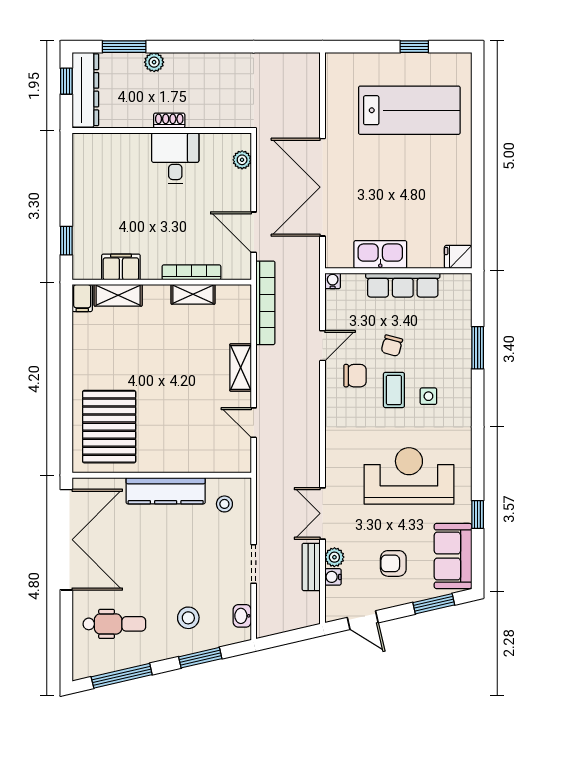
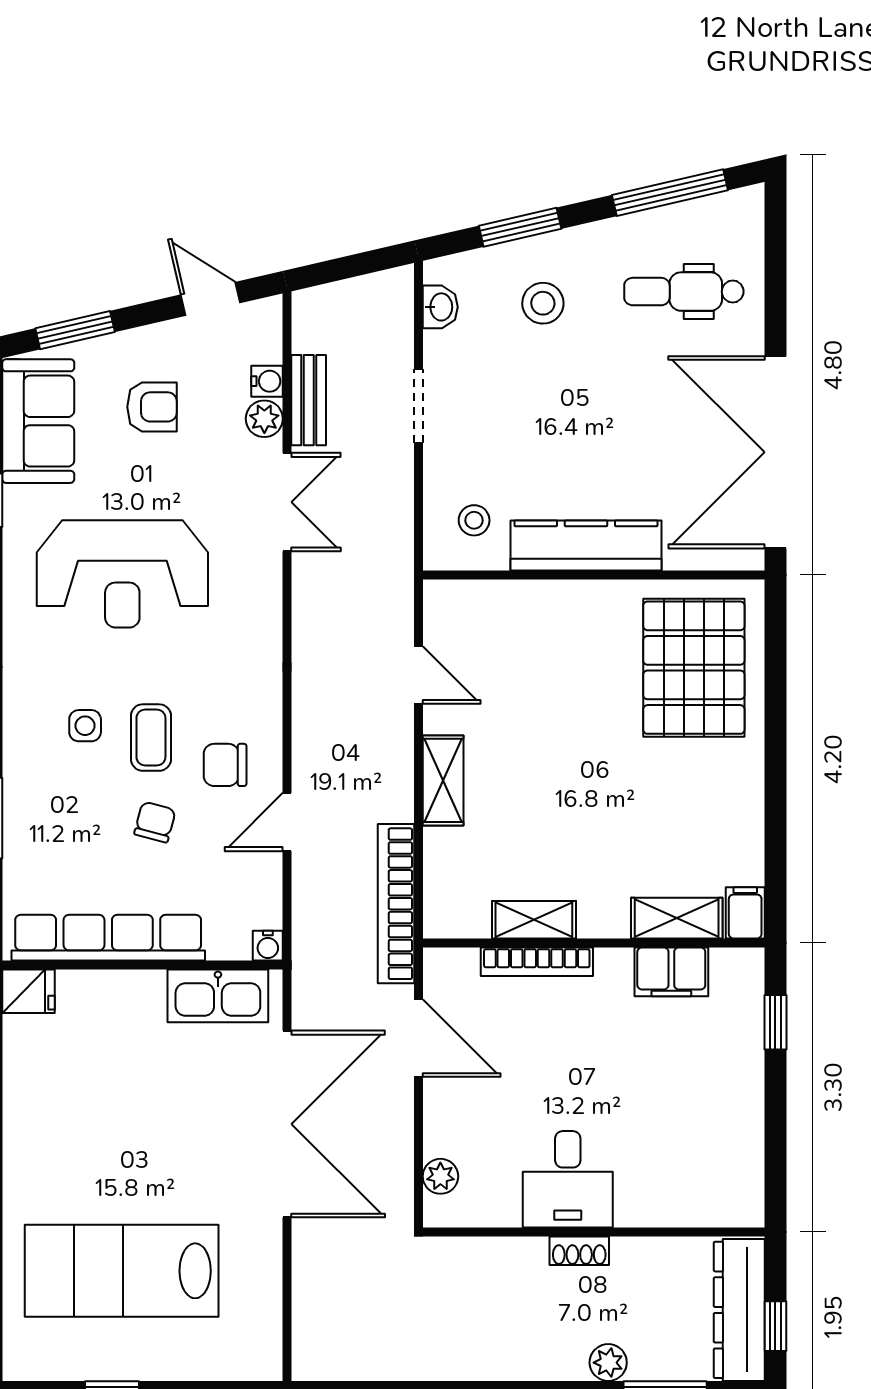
kitchen sink: (380, 255) -> (218, 996), moved
row of seats: (403, 285) -> (108, 938), width x1.36

